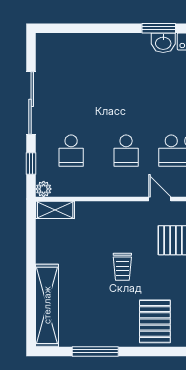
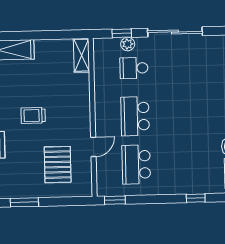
school desk: (126, 151) -> (135, 116), width x1.85
plant: (44, 189) -> (128, 44), moved

